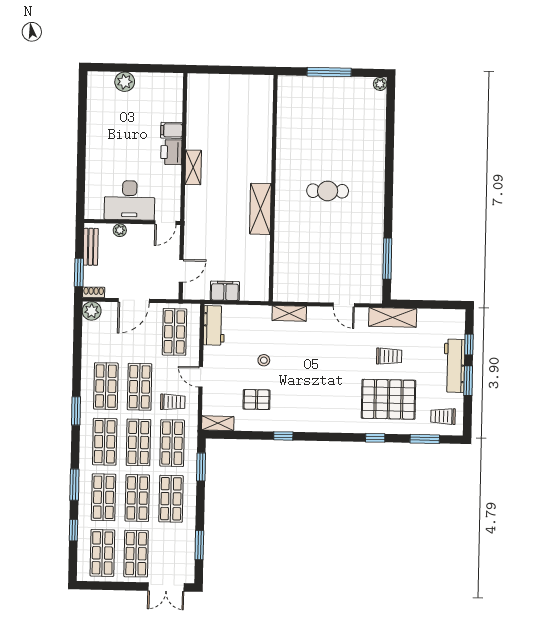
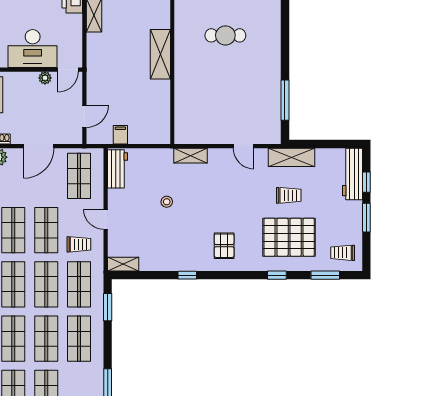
plant: (120, 230) -> (45, 78), moved
filing cabinet: (225, 291) -> (120, 135), width x0.50
workbench: (454, 366) -> (352, 174), moved
pallet: (257, 400) -> (224, 246), moved, turned 90

